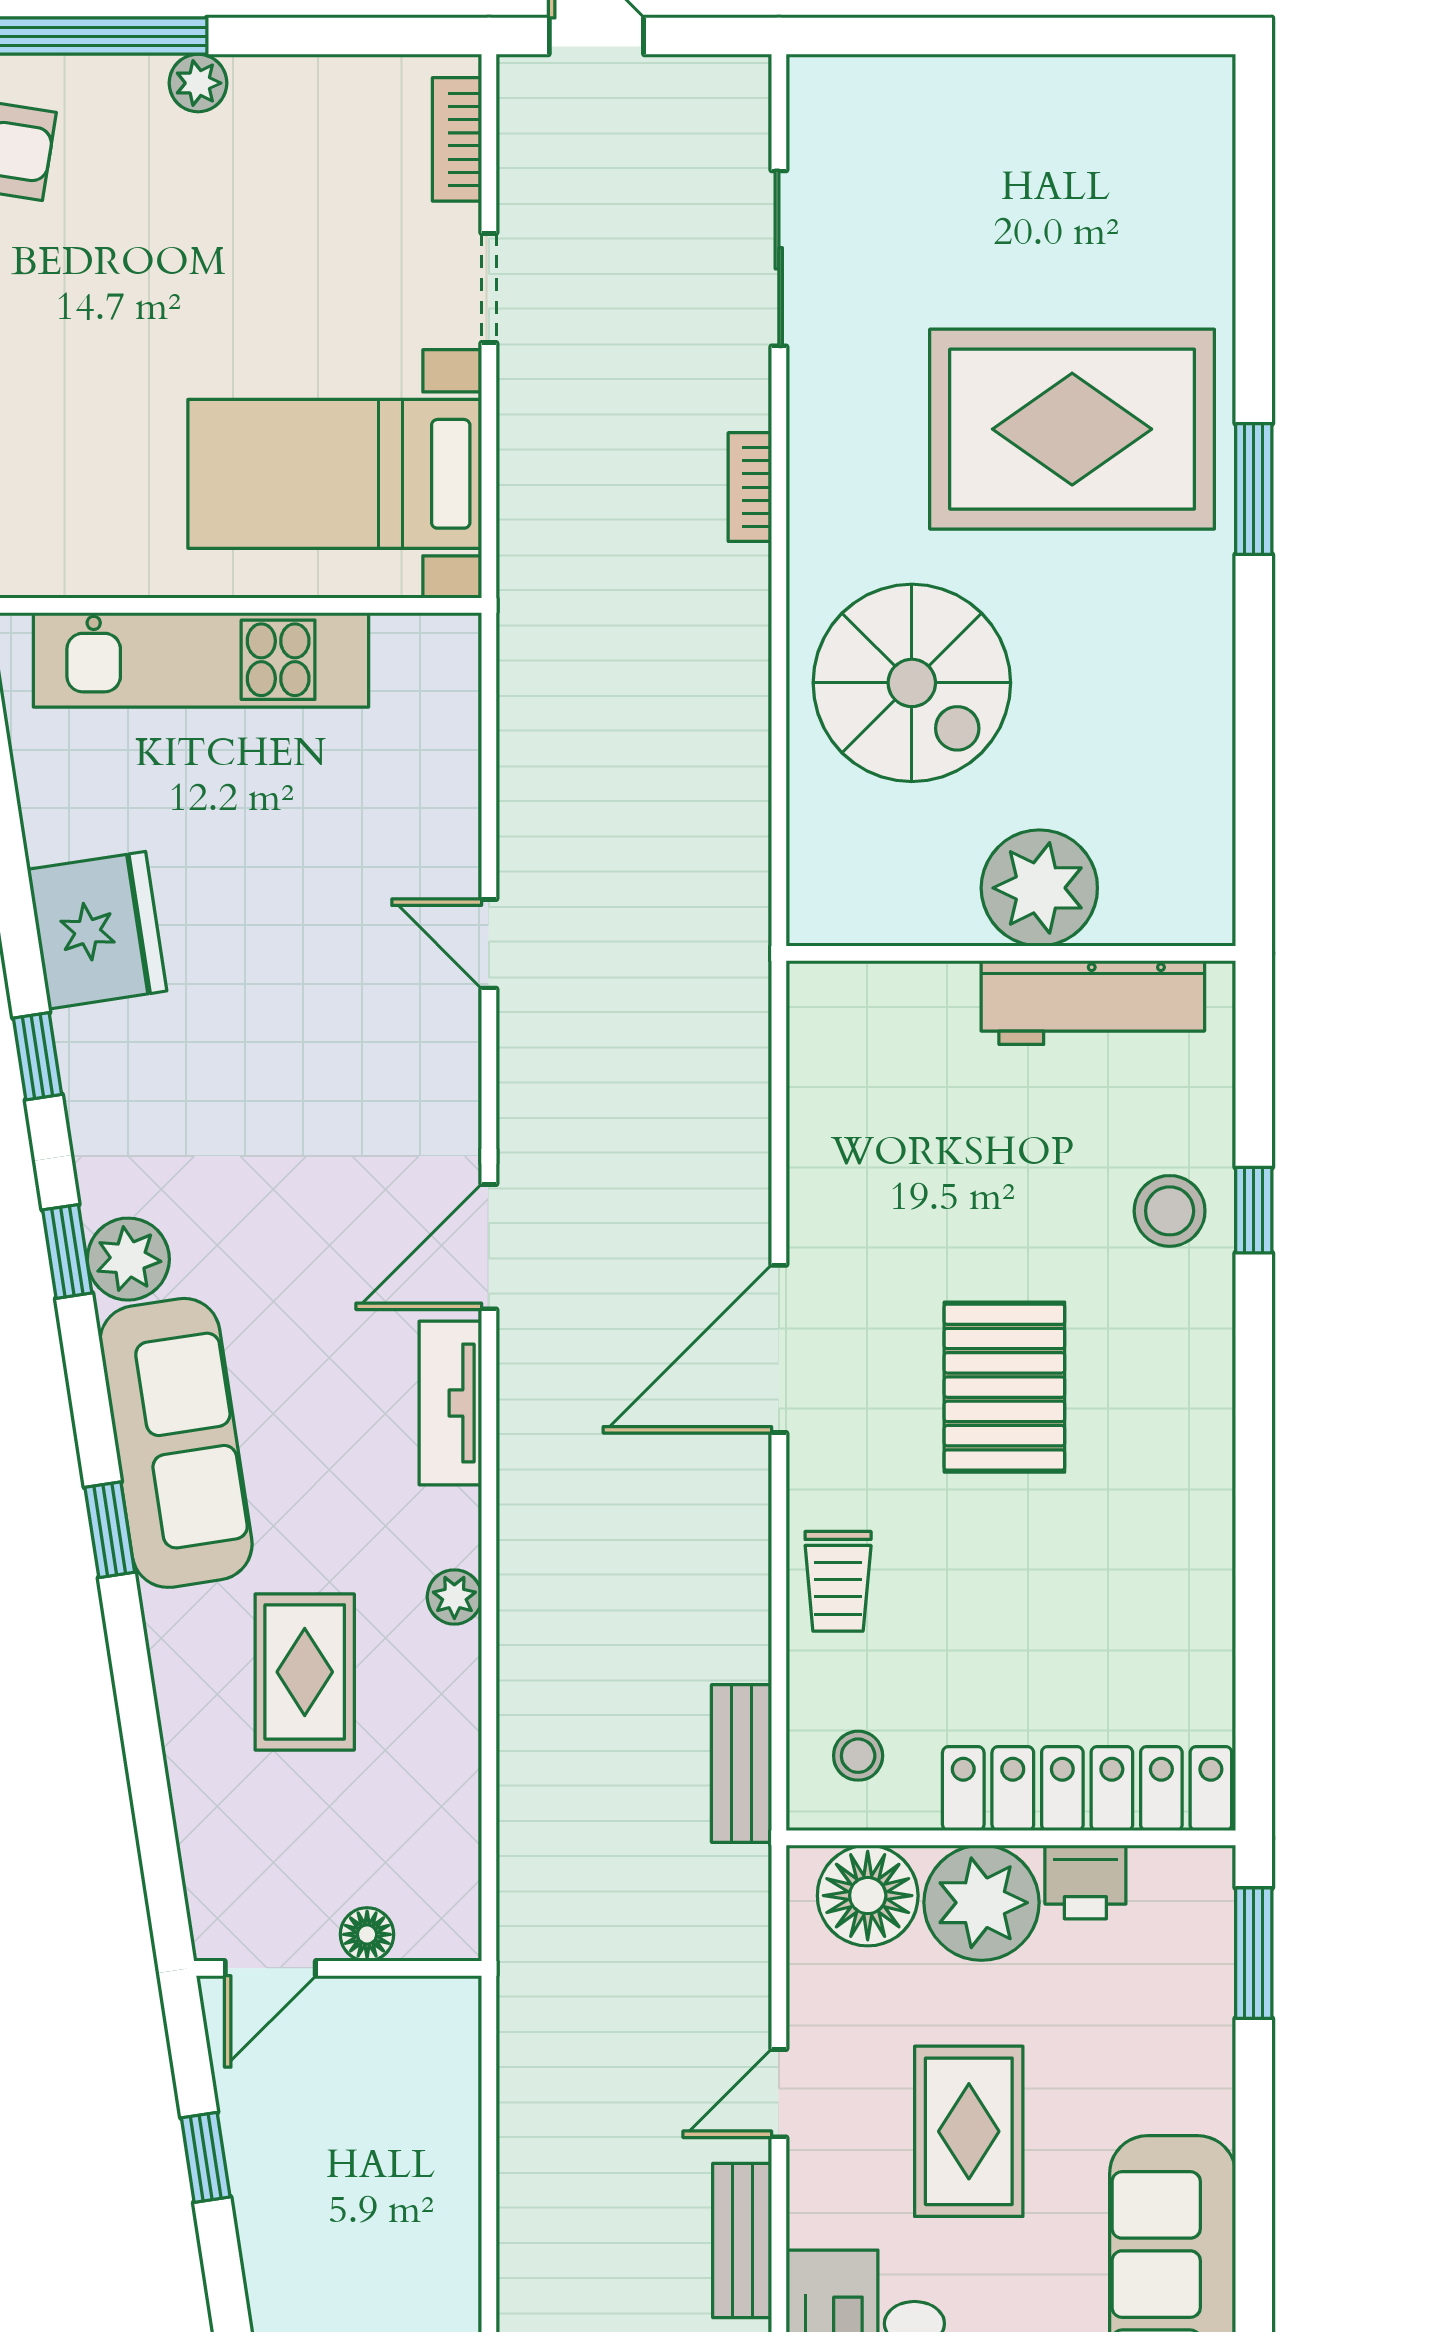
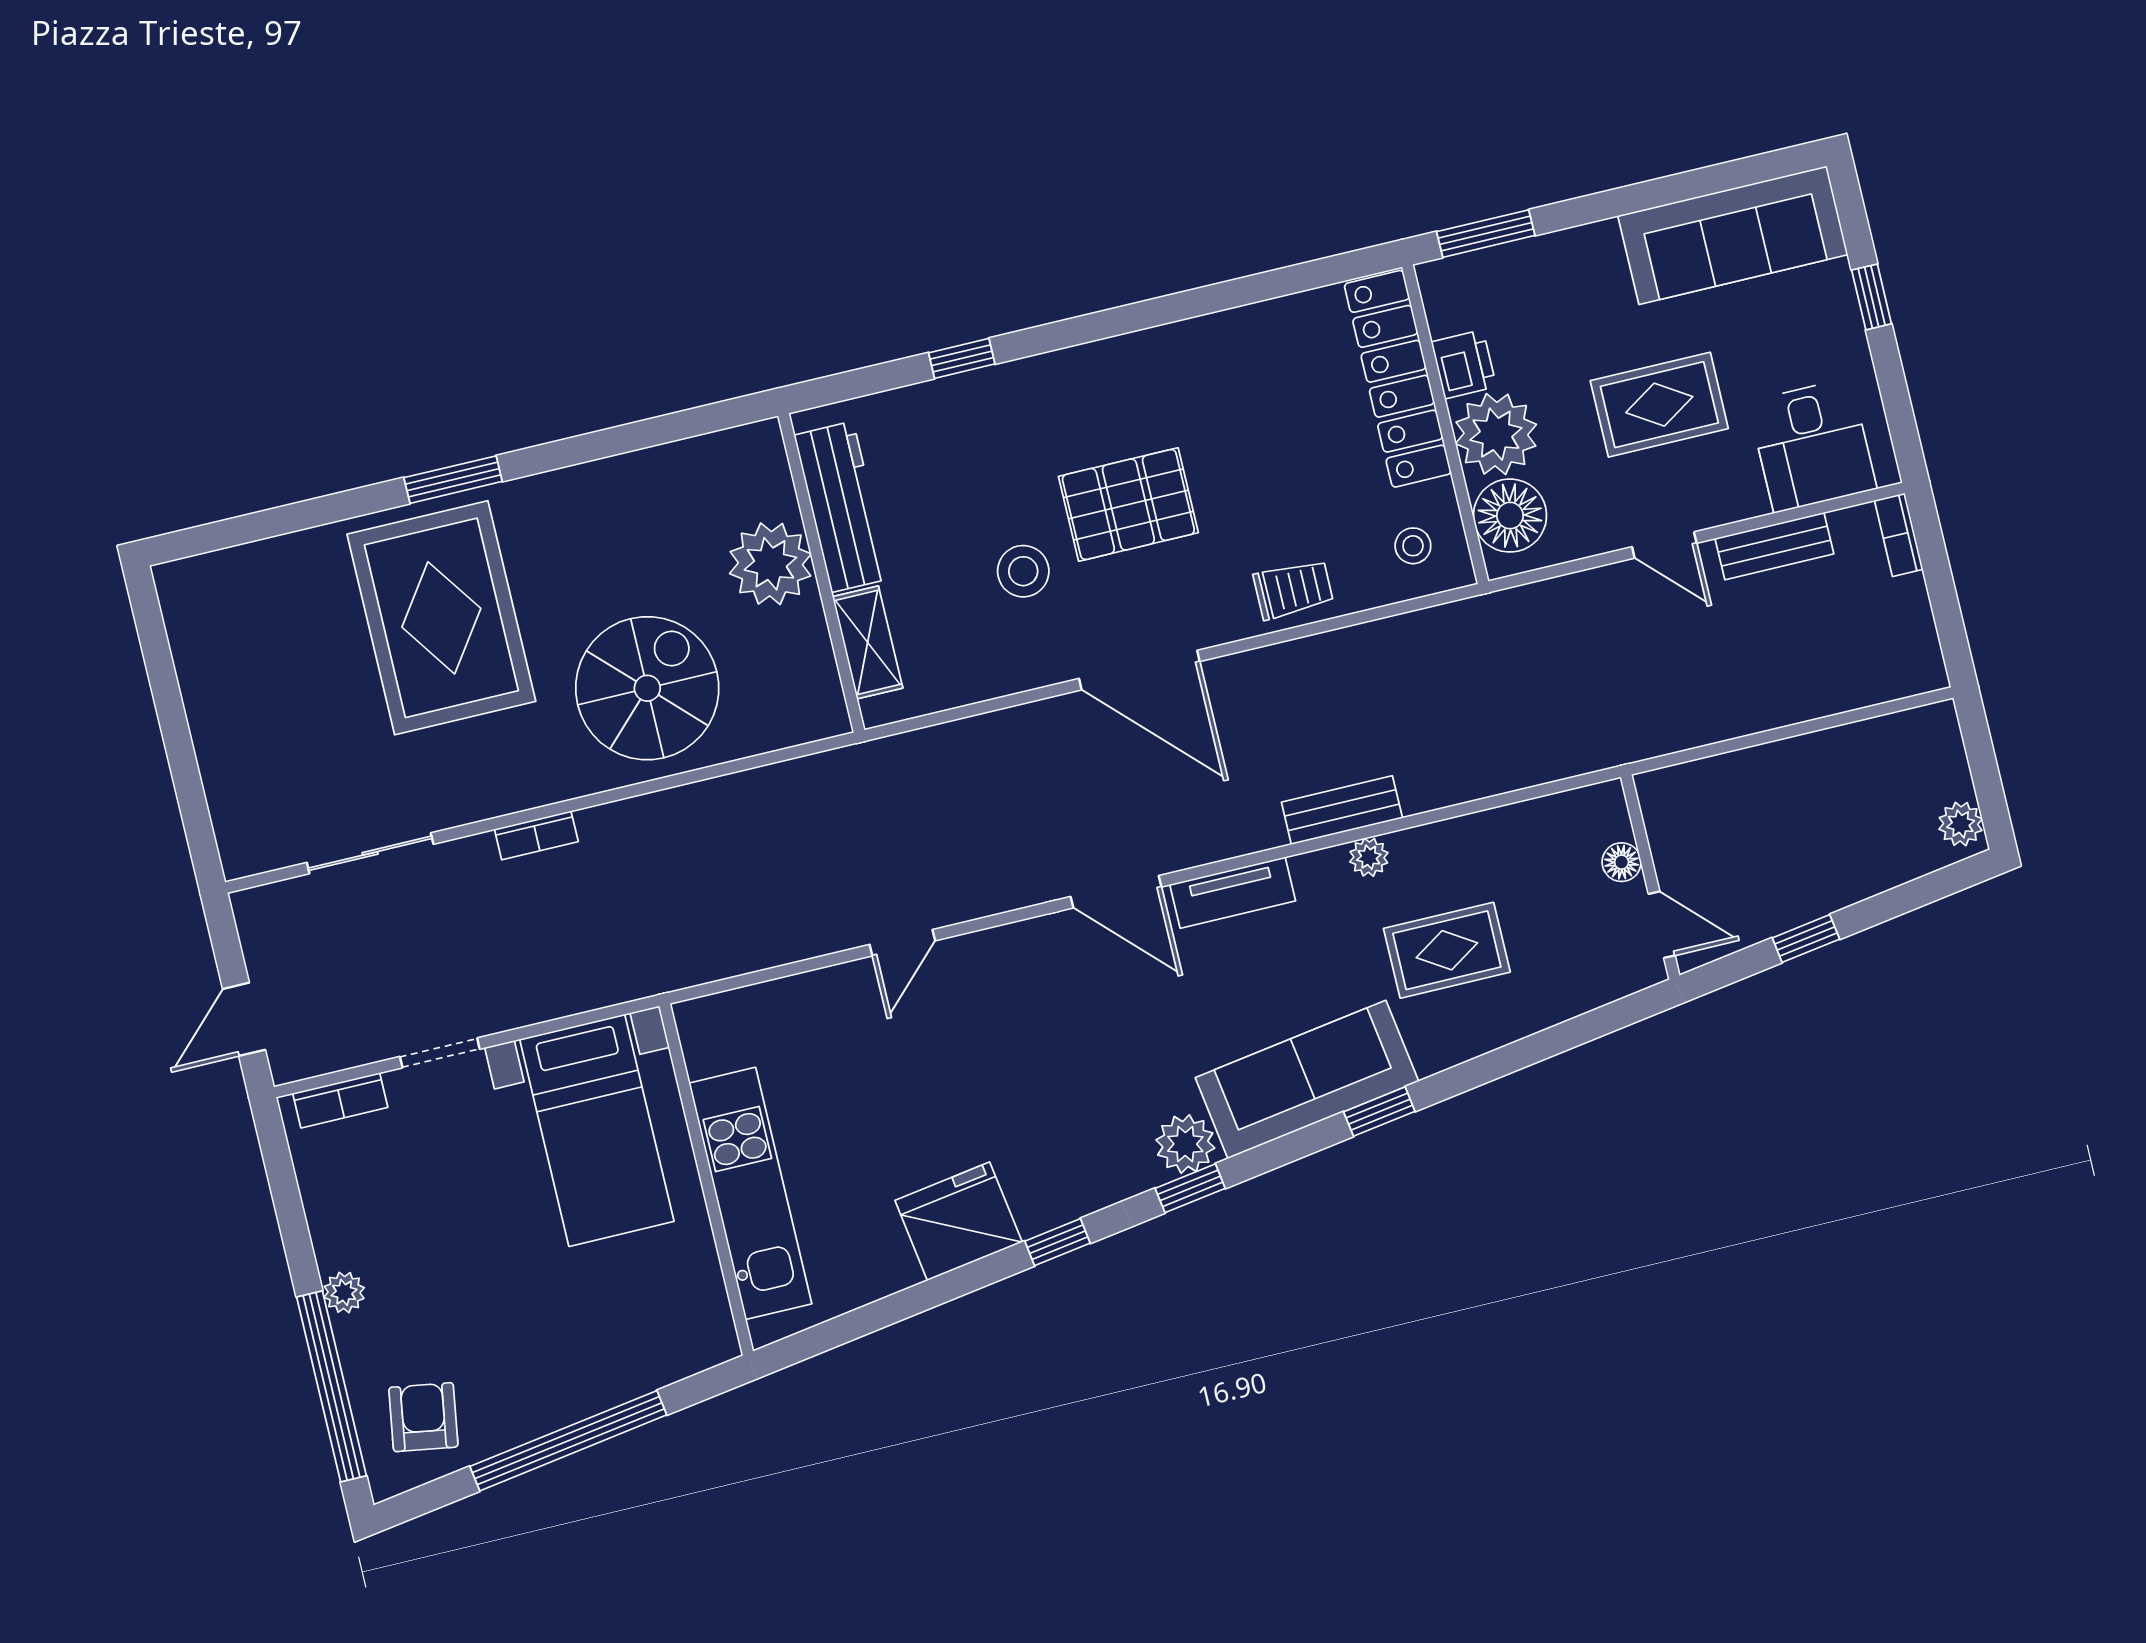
shelving: (903, 993) -> (868, 642), added
stool: (1170, 1211) -> (1023, 571), moved
bench: (742, 1764) -> (1342, 810), moved

